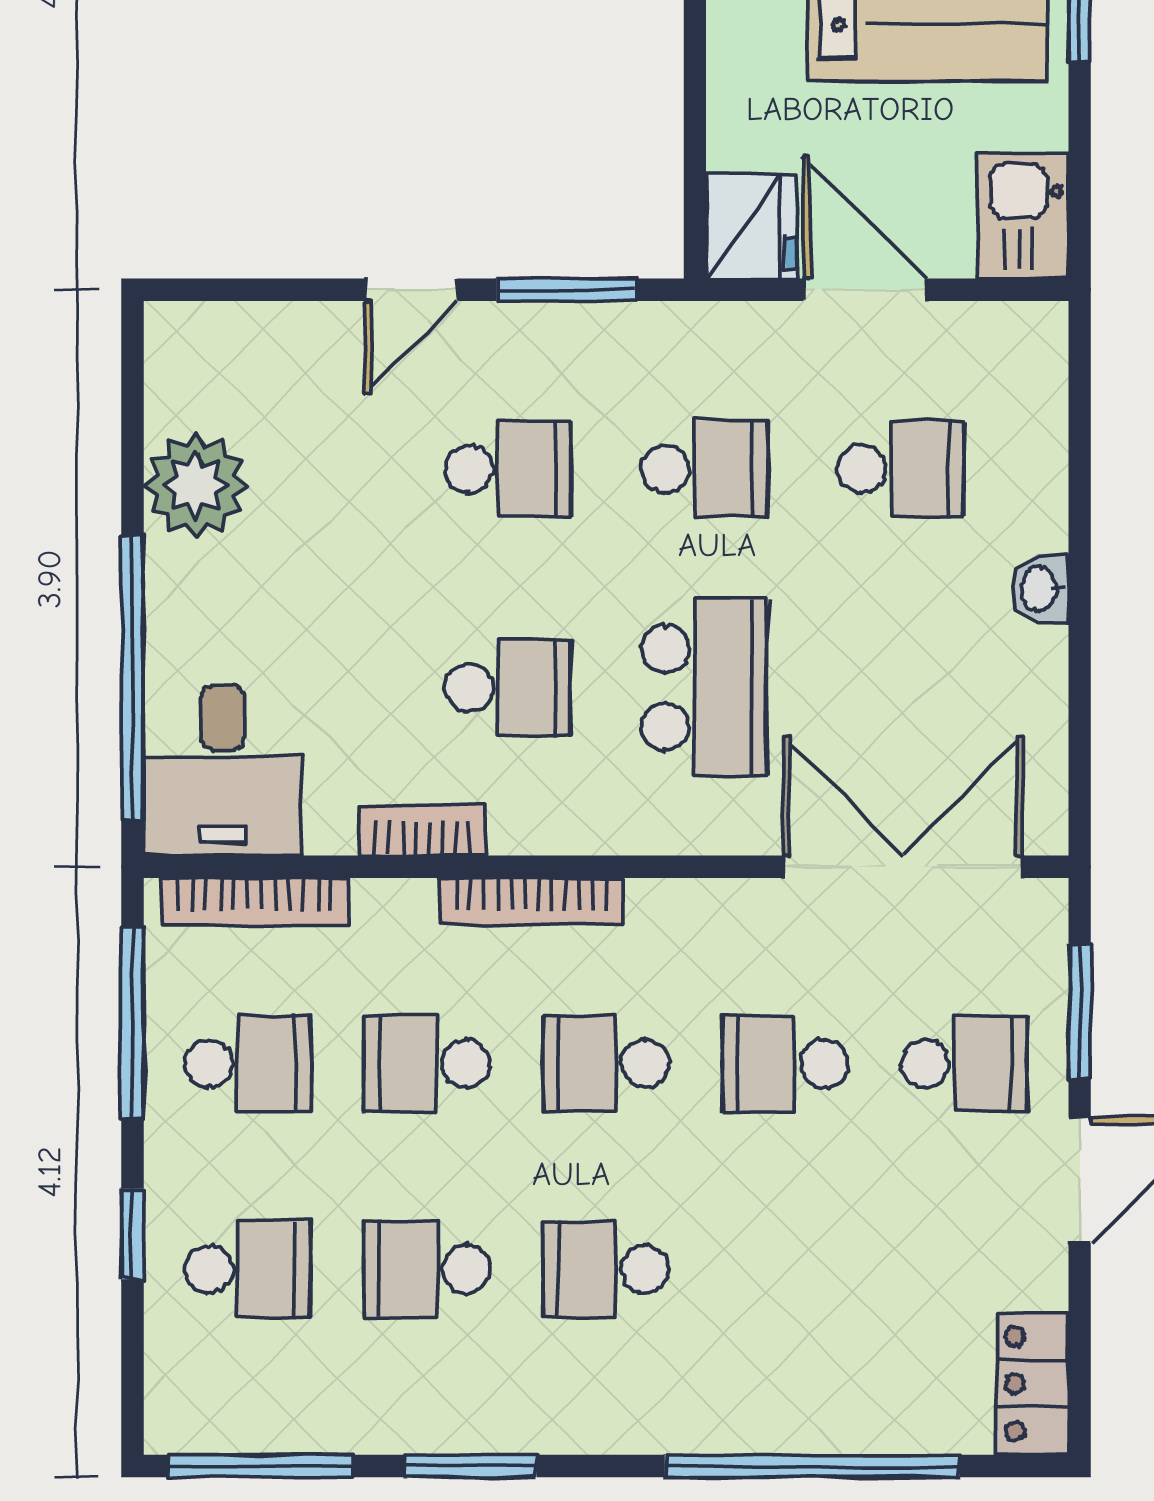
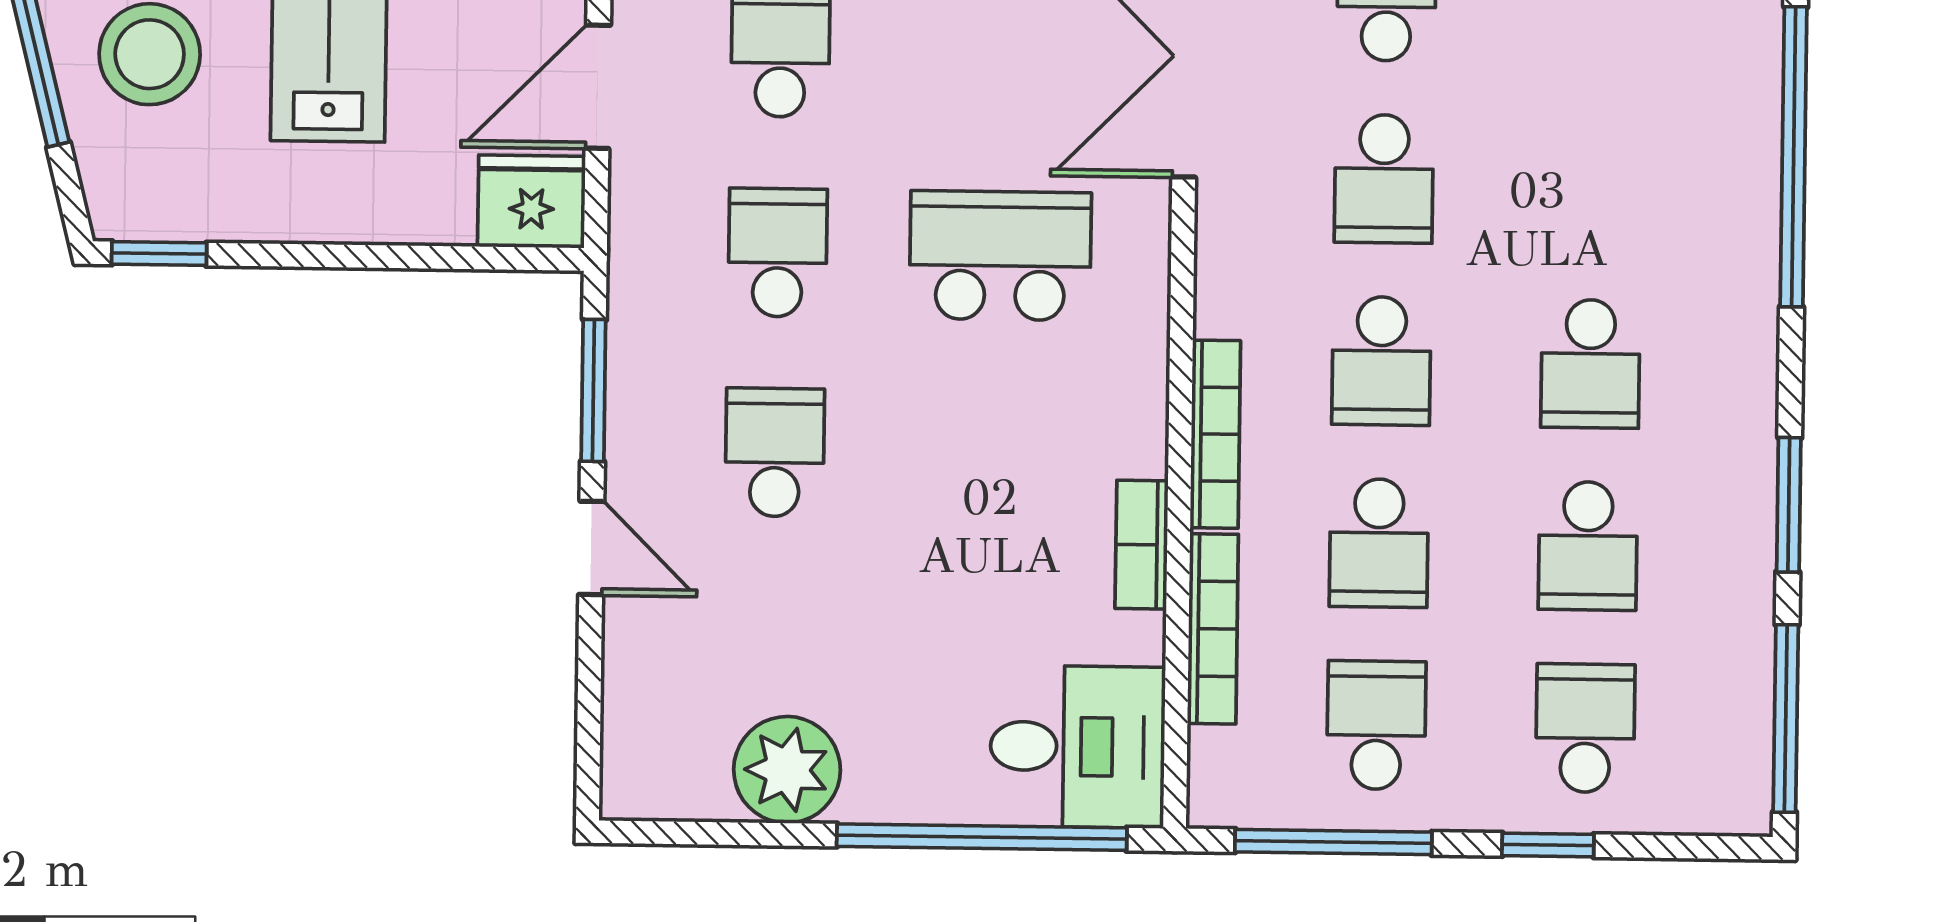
school desk: (508, 688) -> (998, 455), removed
bookcase: (255, 902) -> (1213, 629), moved

